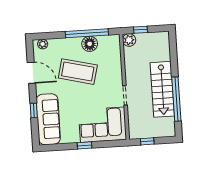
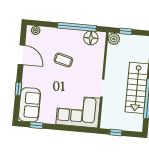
floor lamp: (90, 44) -> (91, 38), moved
coffee table: (78, 72) -> (63, 60), width x0.54, depth x0.58
sofa: (48, 119) -> (29, 105), width x0.73
window: (85, 145) -> (36, 125), moved

